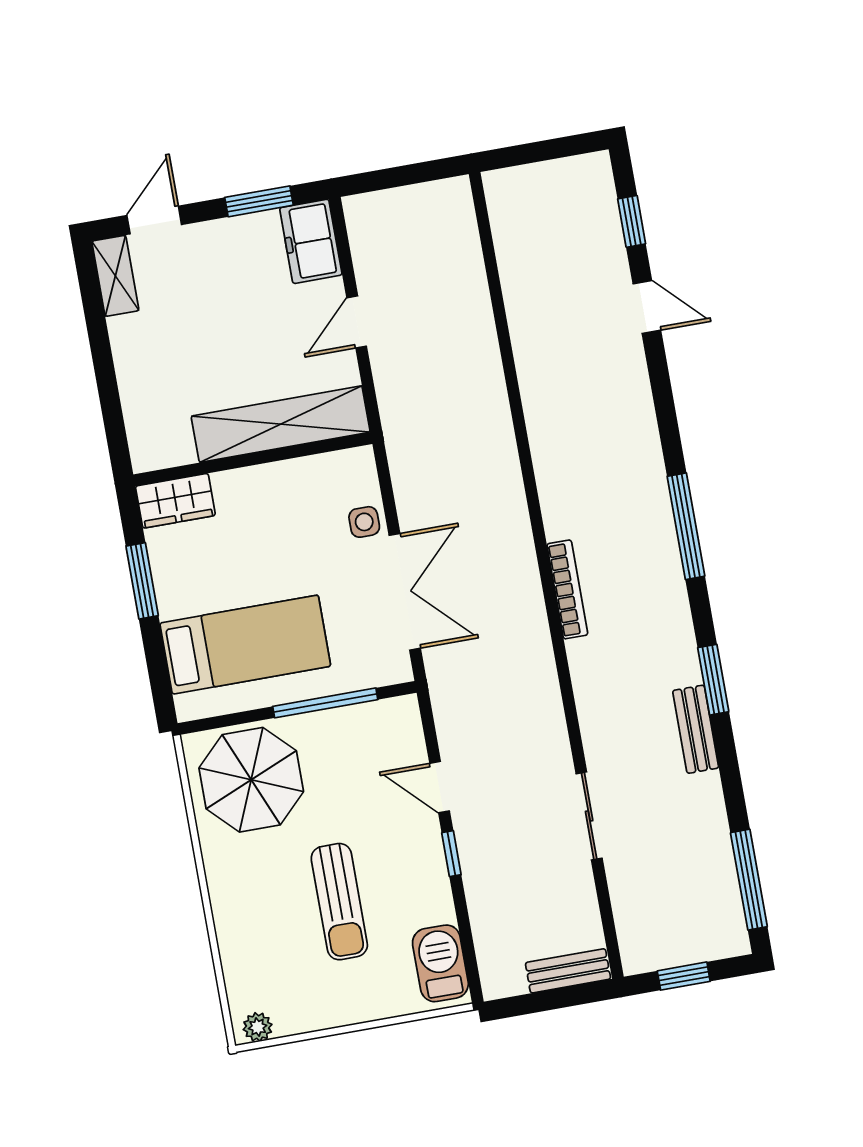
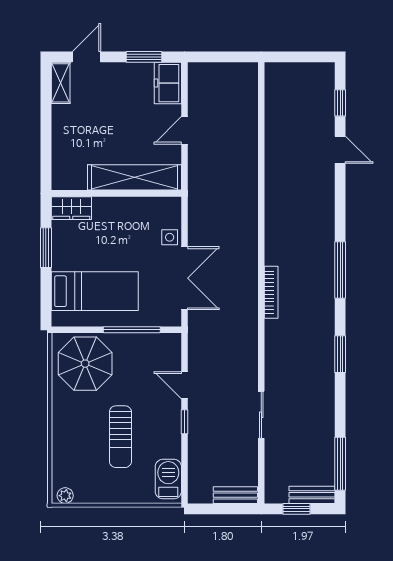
bench: (696, 729) -> (312, 495), moved, turned 90

